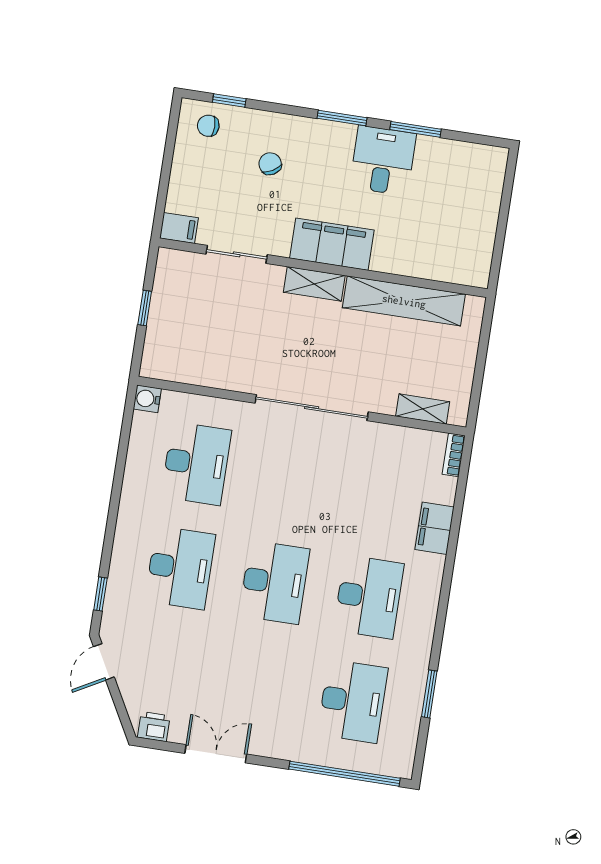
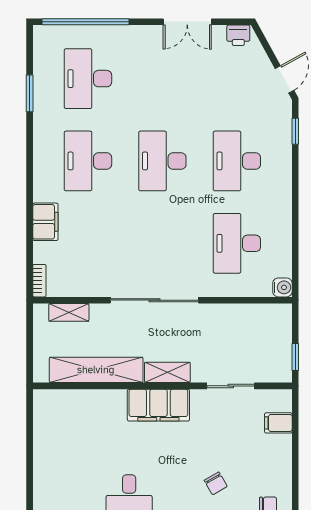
filing cabinet: (332, 244) -> (158, 405), moved
sliding door: (237, 254) -> (231, 386), moved
wall: (323, 268) -> (162, 386), moved
shelving: (314, 284) -> (167, 372), moved
shelving: (404, 301) -> (96, 370), moved

